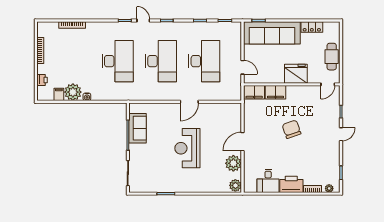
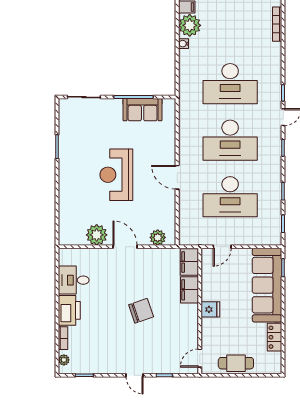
fridge: (296, 74) -> (210, 309), width x0.53, depth x0.75
door: (328, 84) -> (200, 358), hinge flipped
reception desk: (187, 148) -> (116, 175), turned -90
plant: (235, 185) -> (158, 237), moved

